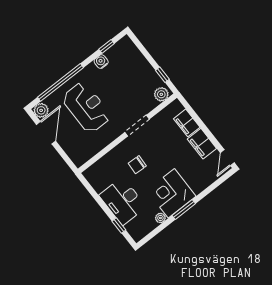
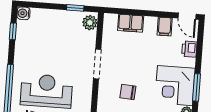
water cooler: (101, 62) -> (23, 13), moved
filing cabinet: (202, 144) -> (165, 27), width x0.50
chair: (137, 165) -> (128, 92), turned 91
printer: (206, 180) -> (189, 49), added

